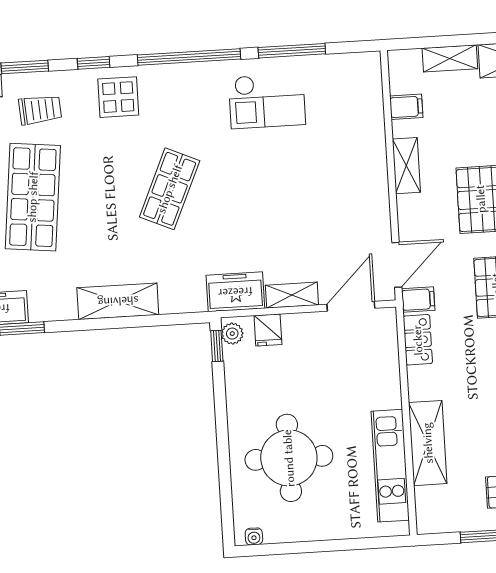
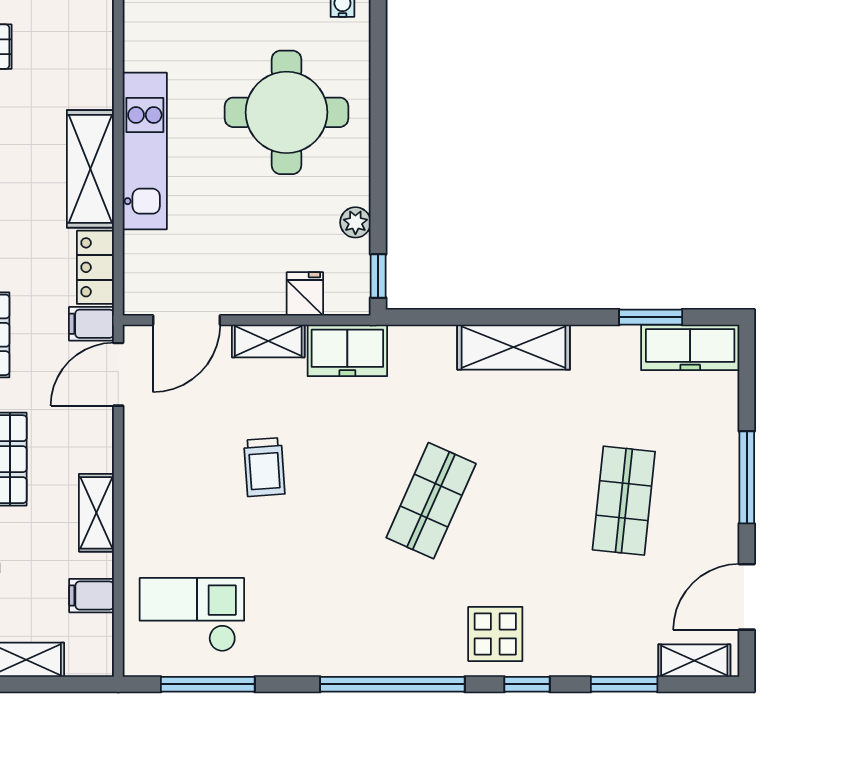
window: (292, 51) -> (208, 684), moved
checkout: (267, 101) -> (192, 615), moved
trolley: (40, 110) -> (264, 467), moved, turned -90
shop shelf: (33, 197) -> (624, 501), width x0.70, depth x0.74
plant: (232, 334) -> (355, 222), moved
shelving: (428, 443) -> (90, 169), moved
kitchen unit: (390, 466) -> (145, 151), moved

